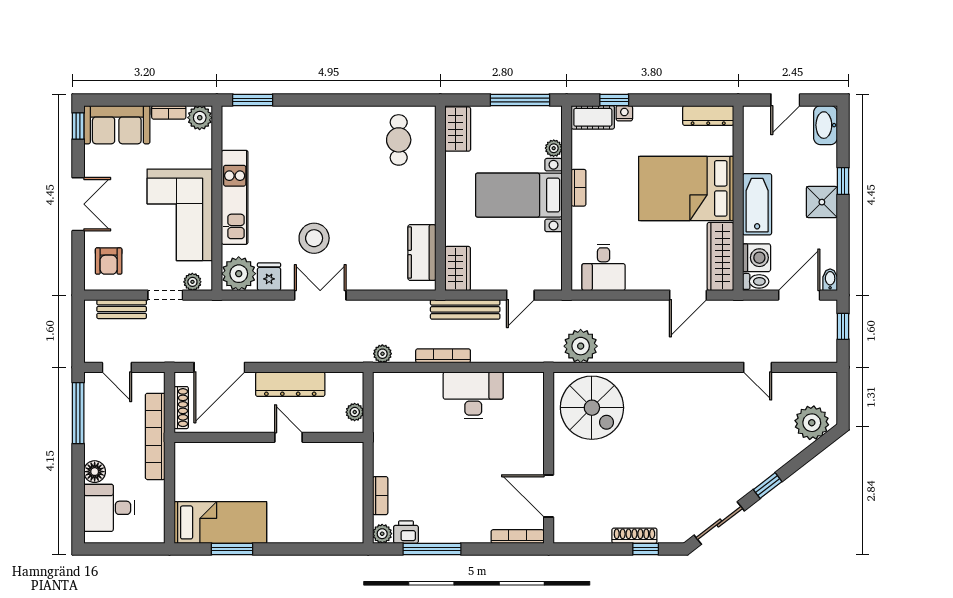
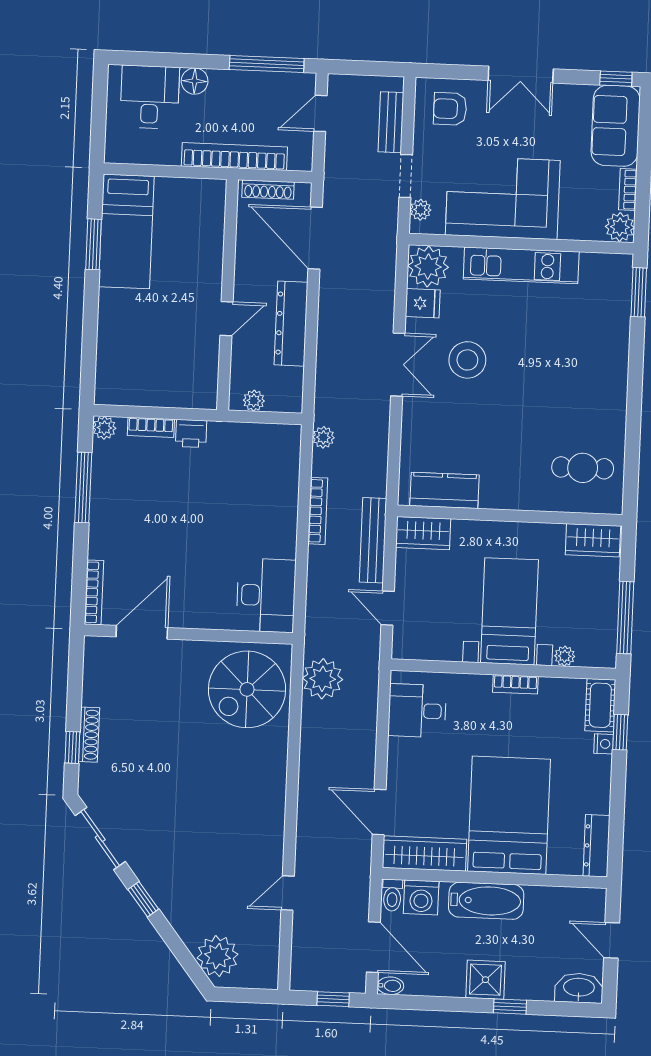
desk: (473, 395) -> (266, 595), moved
printer: (406, 532) -> (191, 433), moved, turned 90

